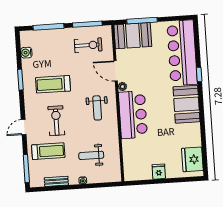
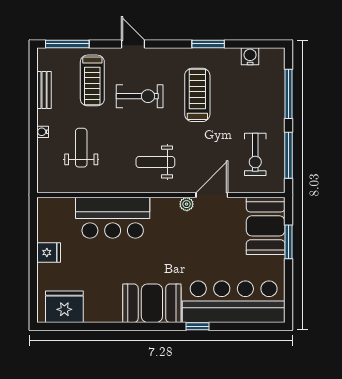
window: (142, 21) -> (288, 242), width x0.69
bar counter: (133, 115) -> (113, 218), moved

